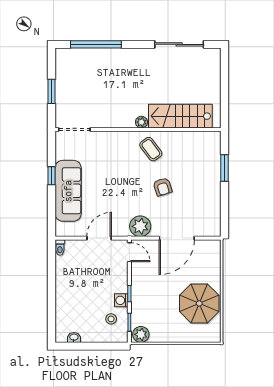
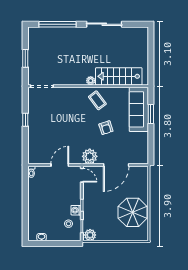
sliding door: (179, 44) -> (104, 24), moved
sofa: (68, 191) -> (139, 109), moved, turned 180

